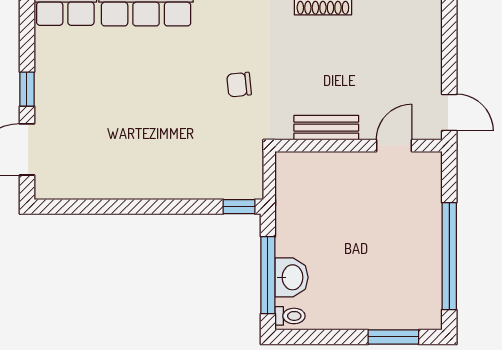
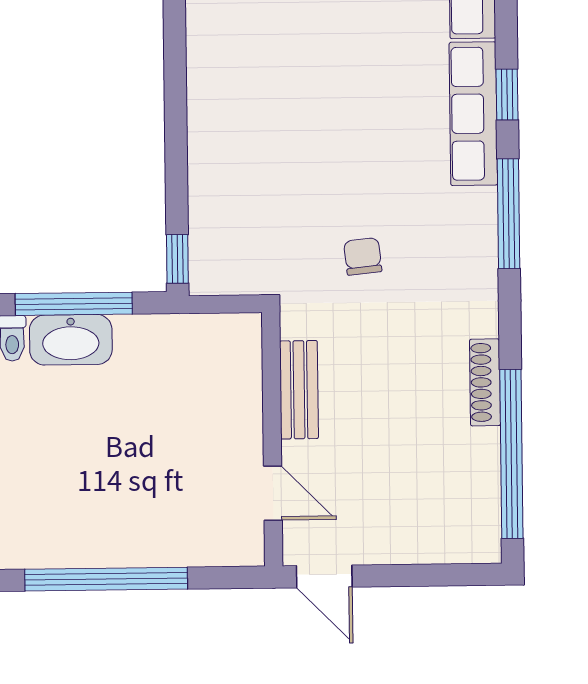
door: (449, 112) -> (324, 576), hinge flipped
washbasin: (292, 277) -> (71, 340), width x1.38

